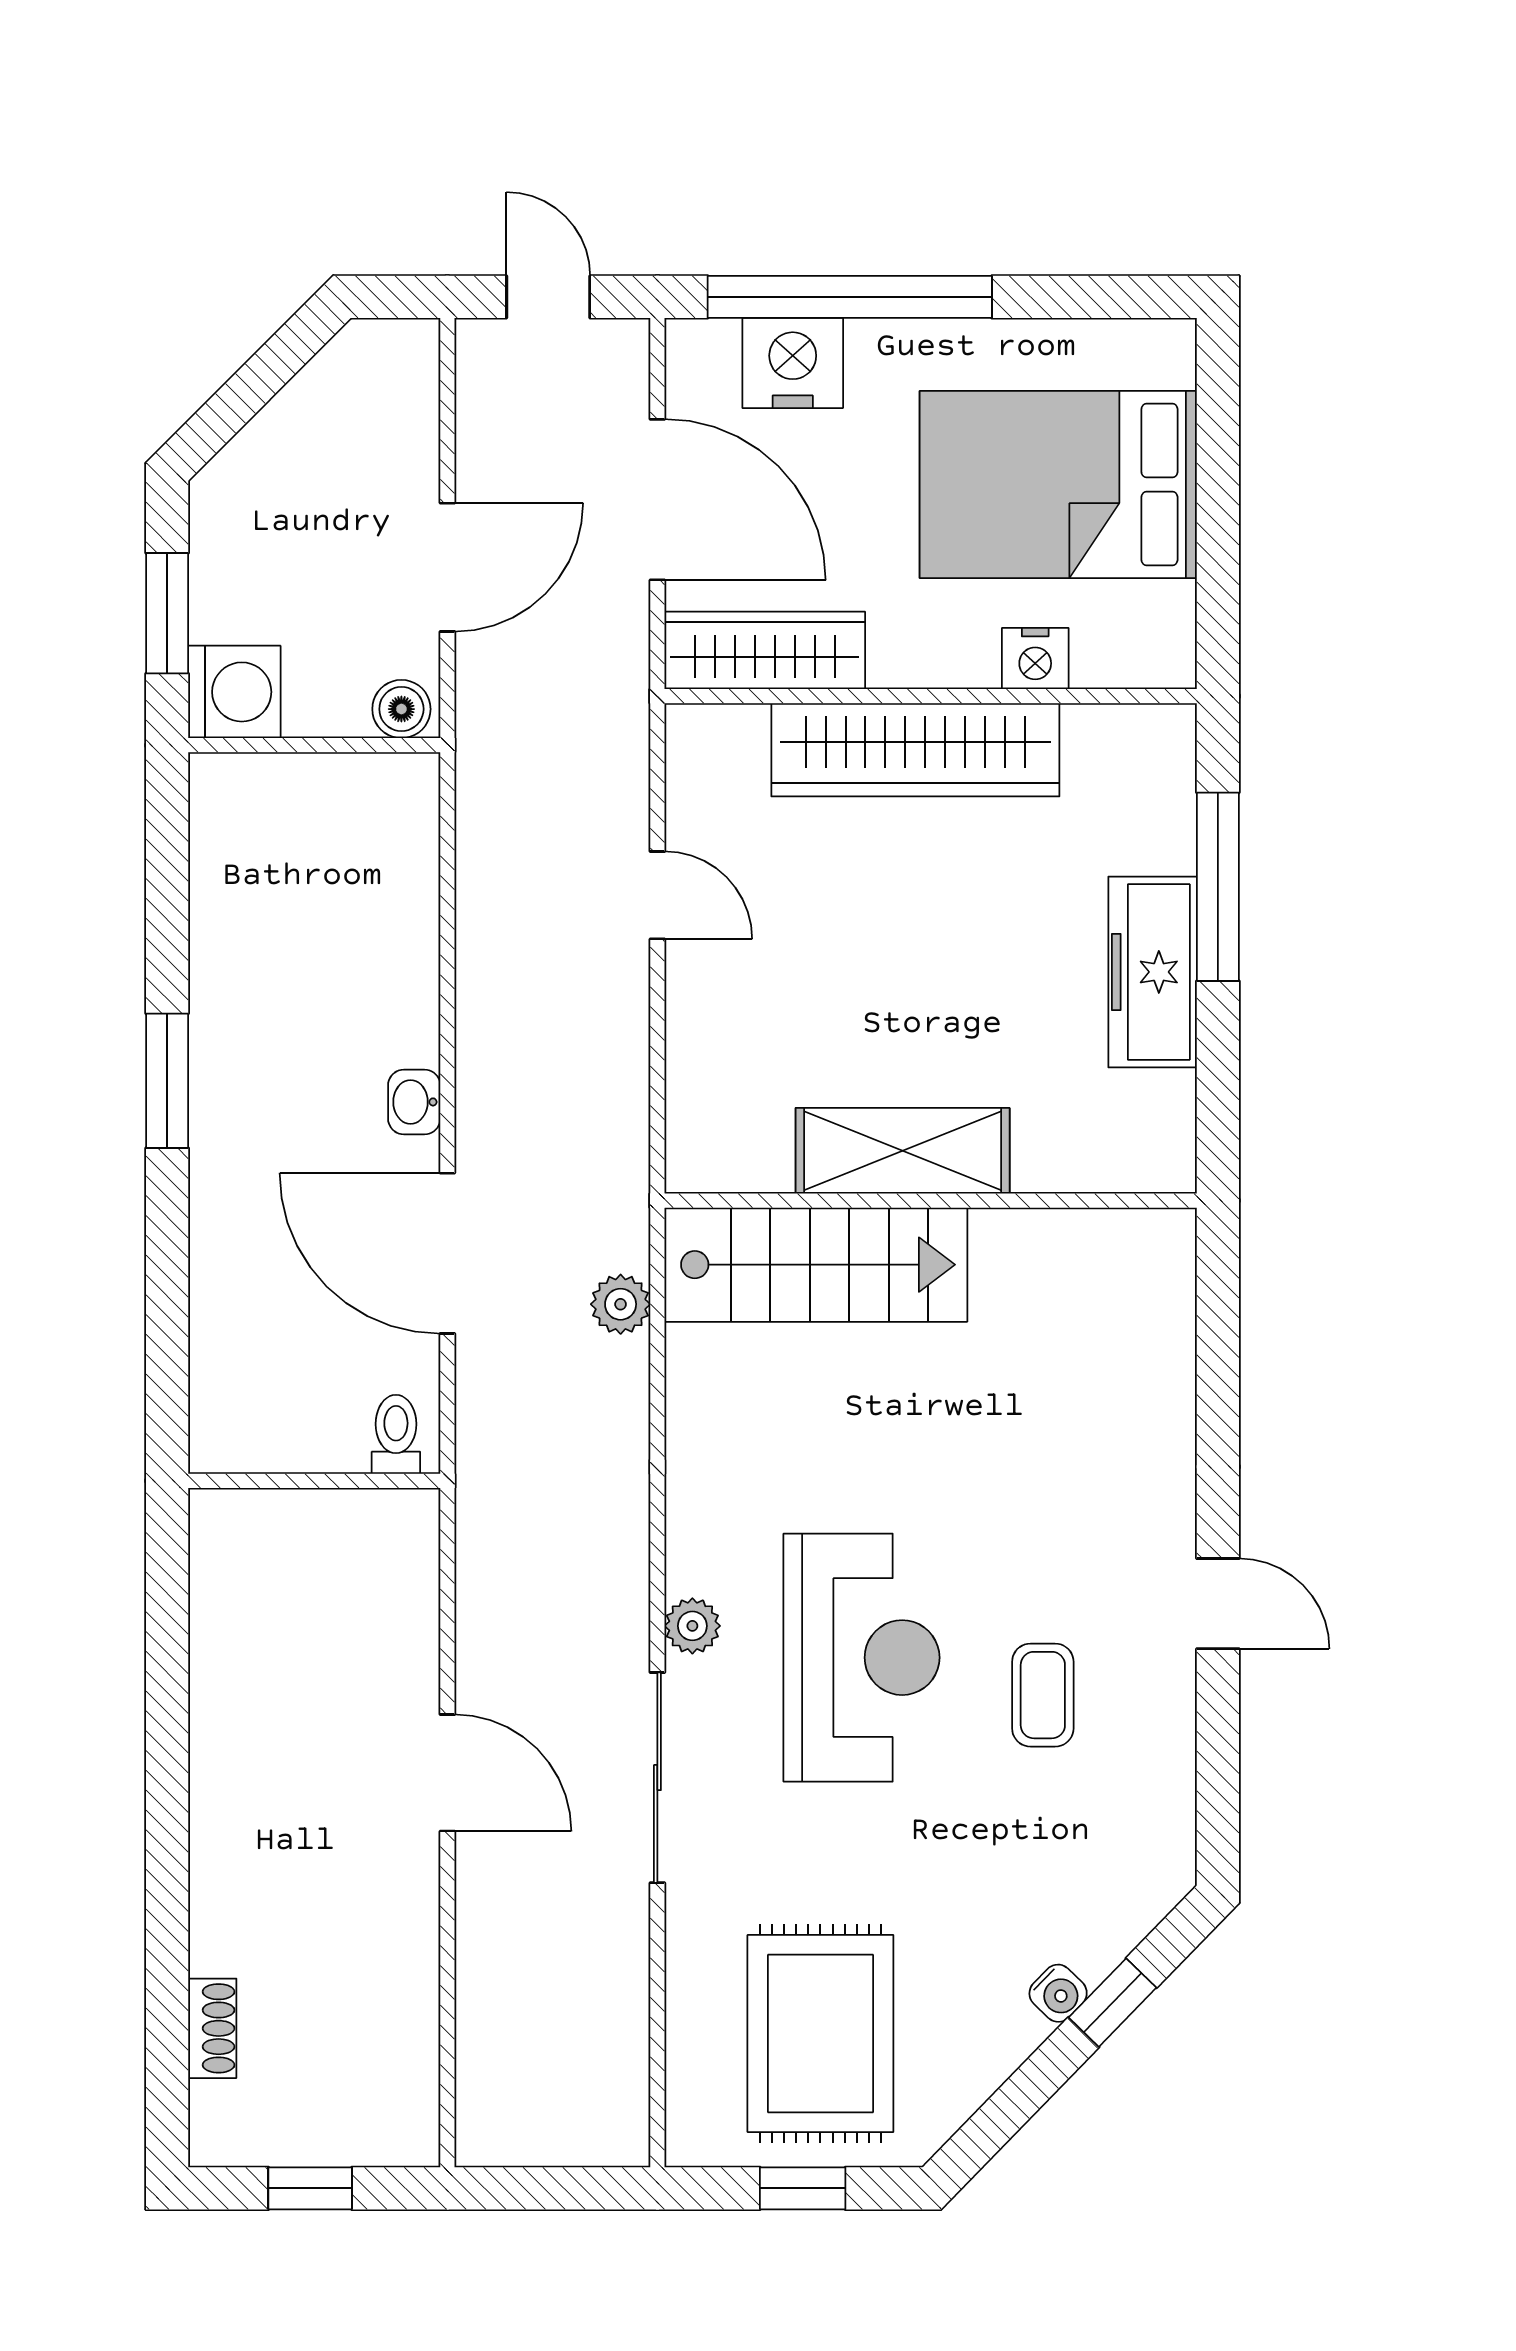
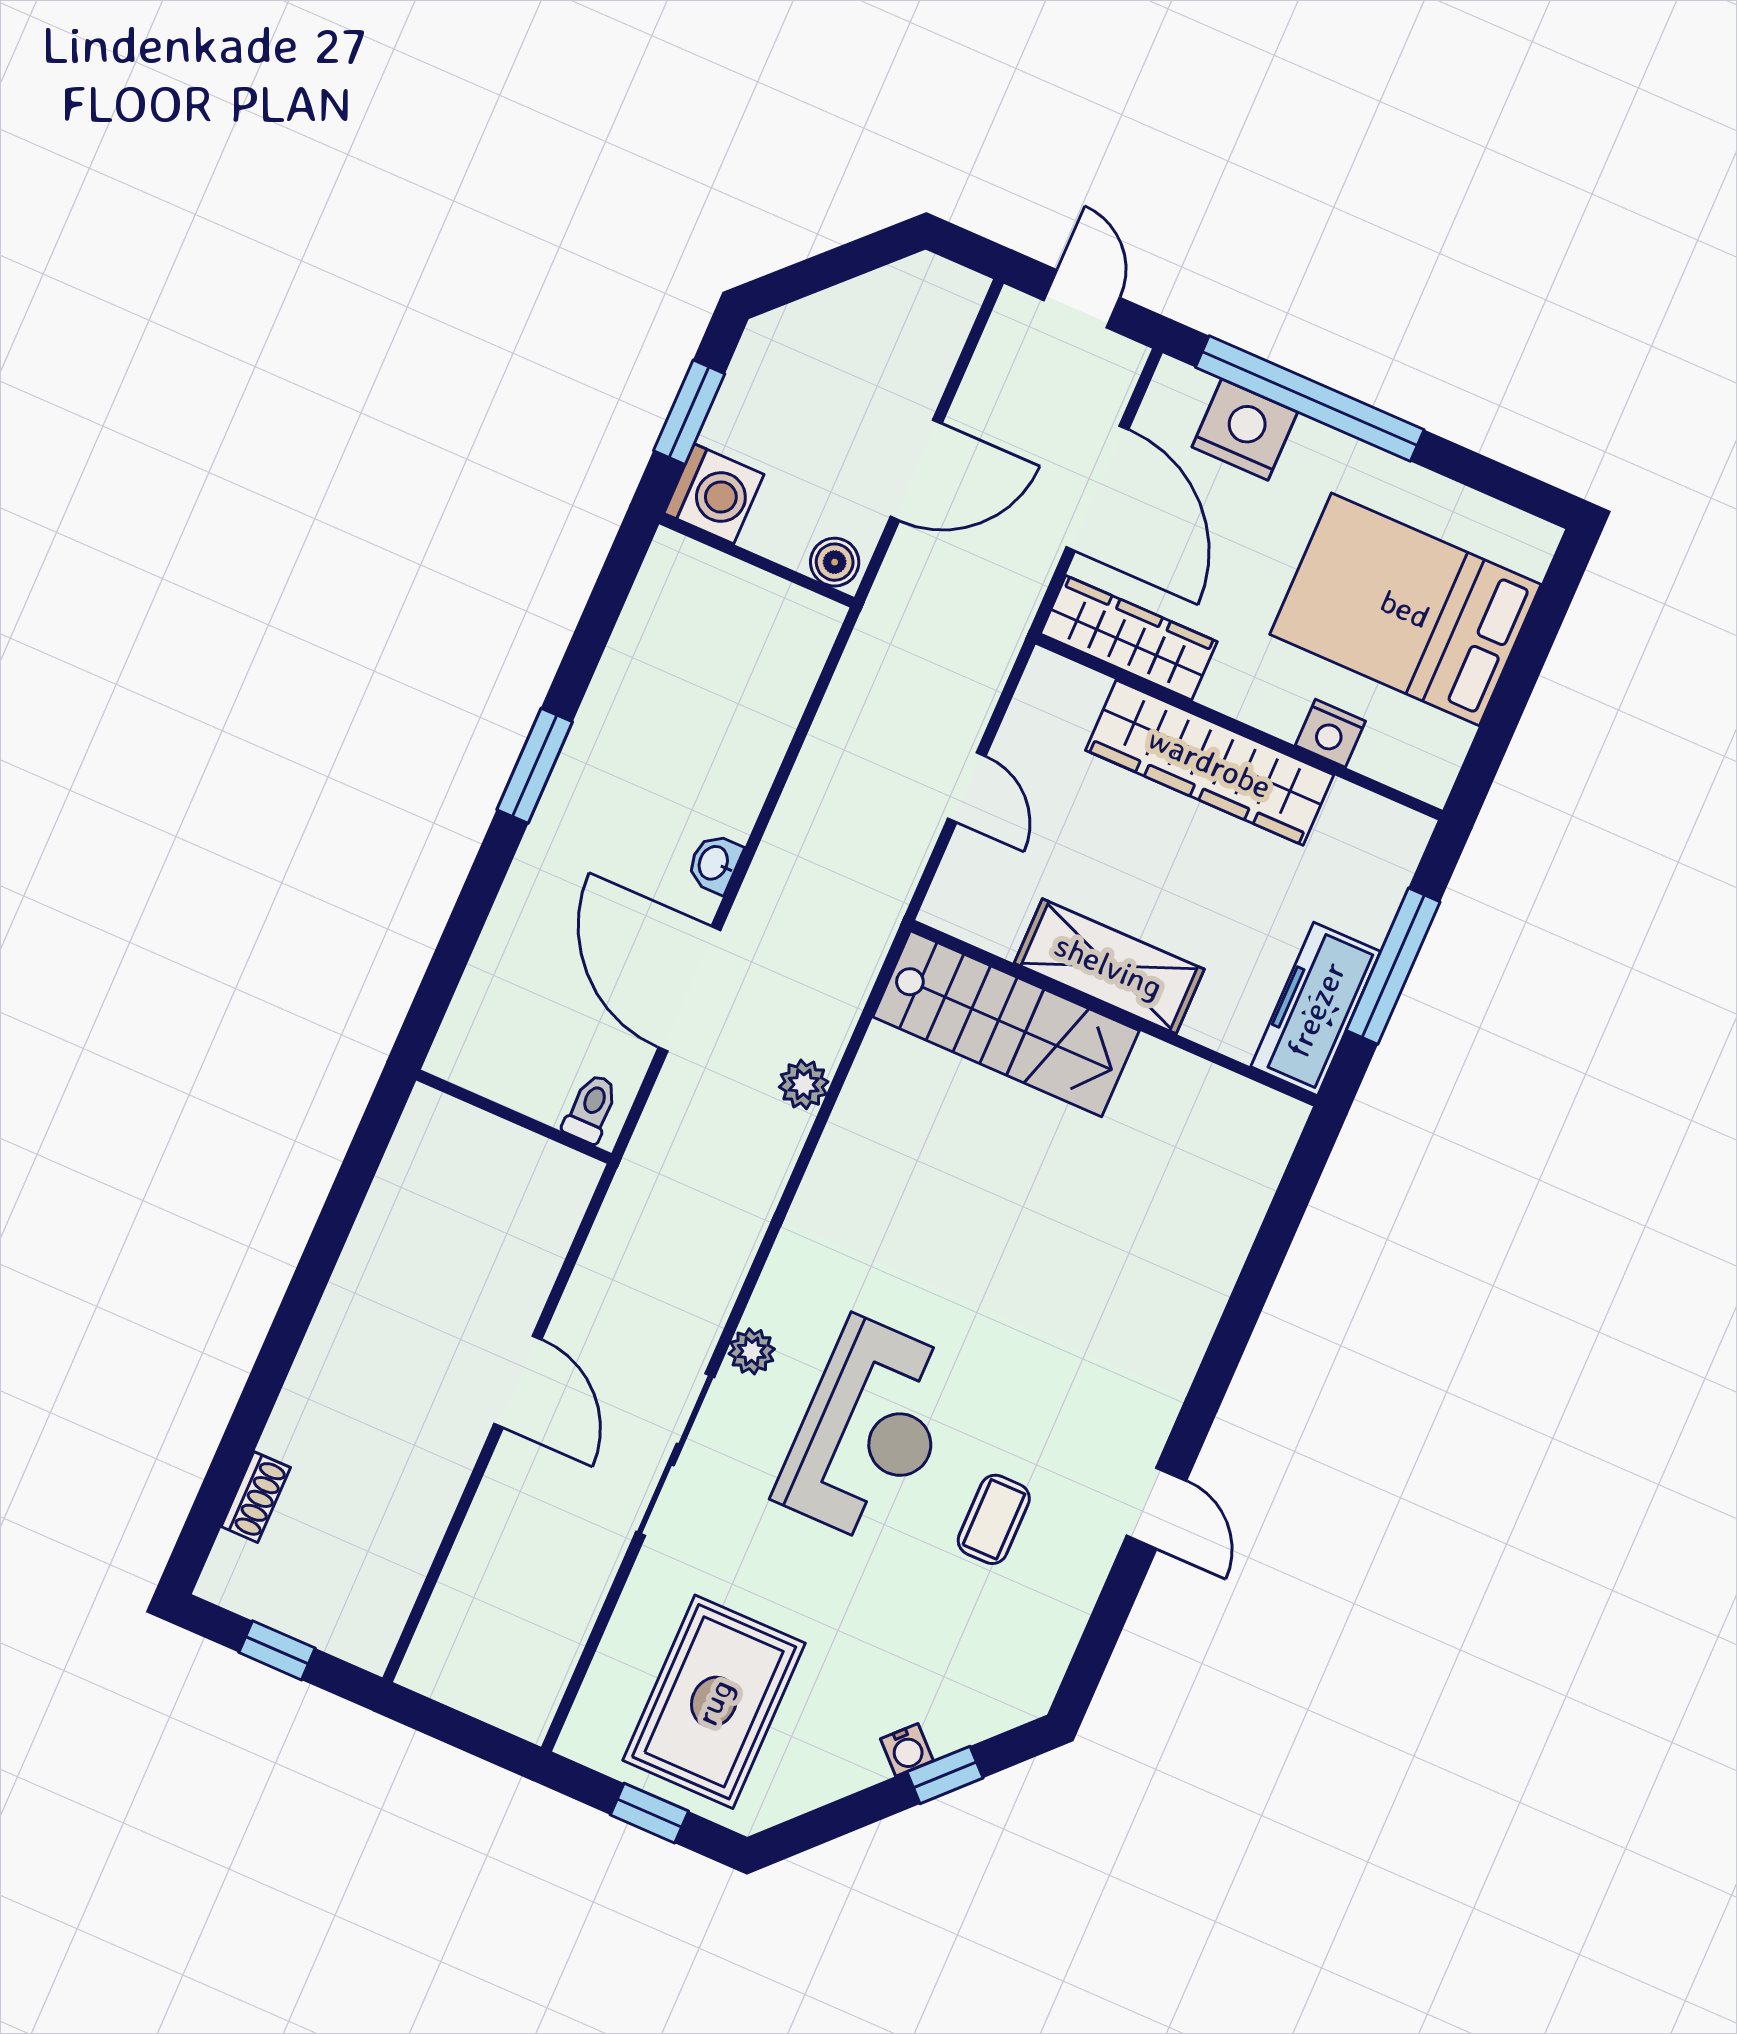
shelving: (903, 1151) -> (1109, 966), moved
wall: (931, 1201) -> (1114, 1013), moved
stairs: (816, 1265) -> (1006, 1024), moved

